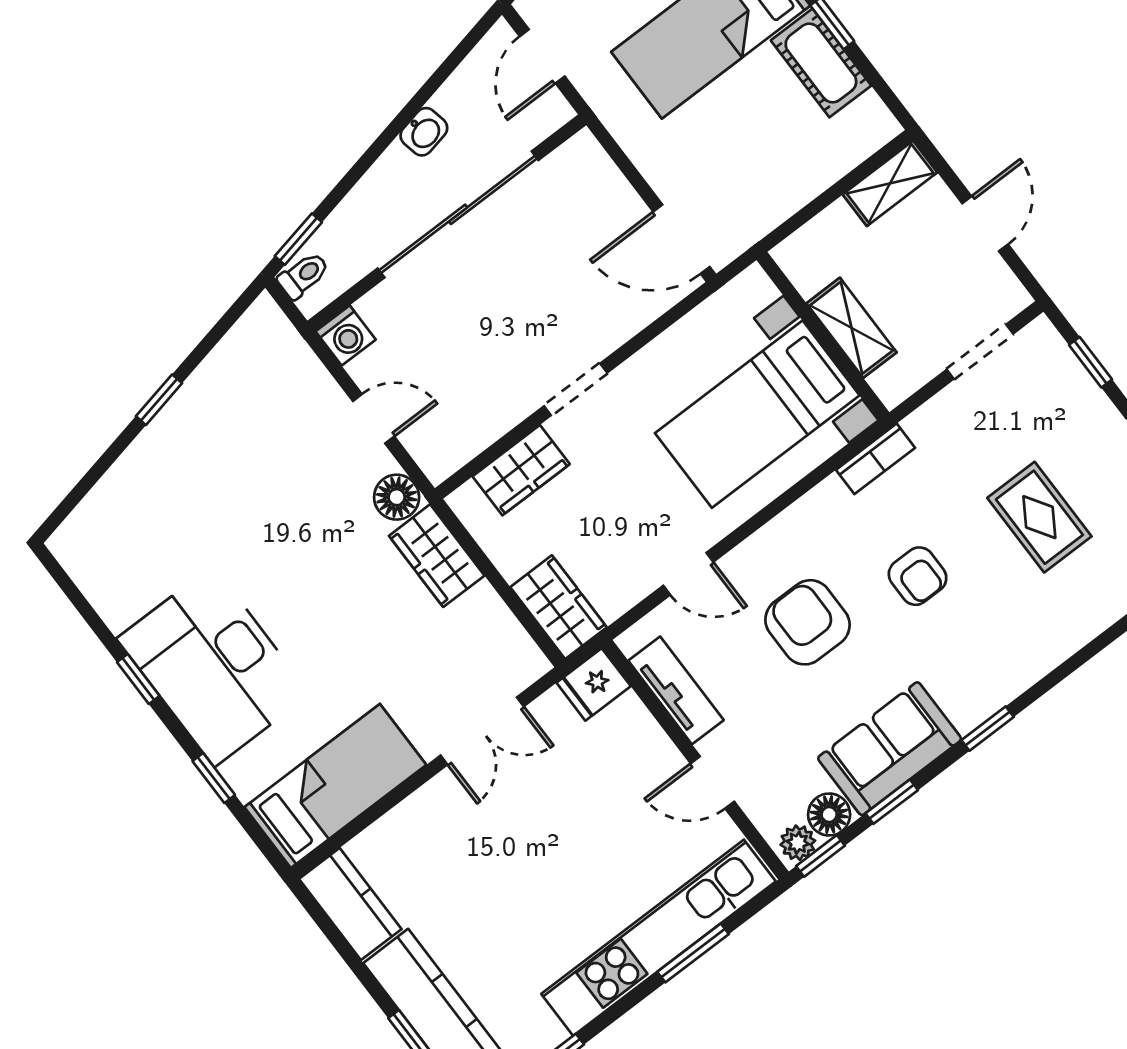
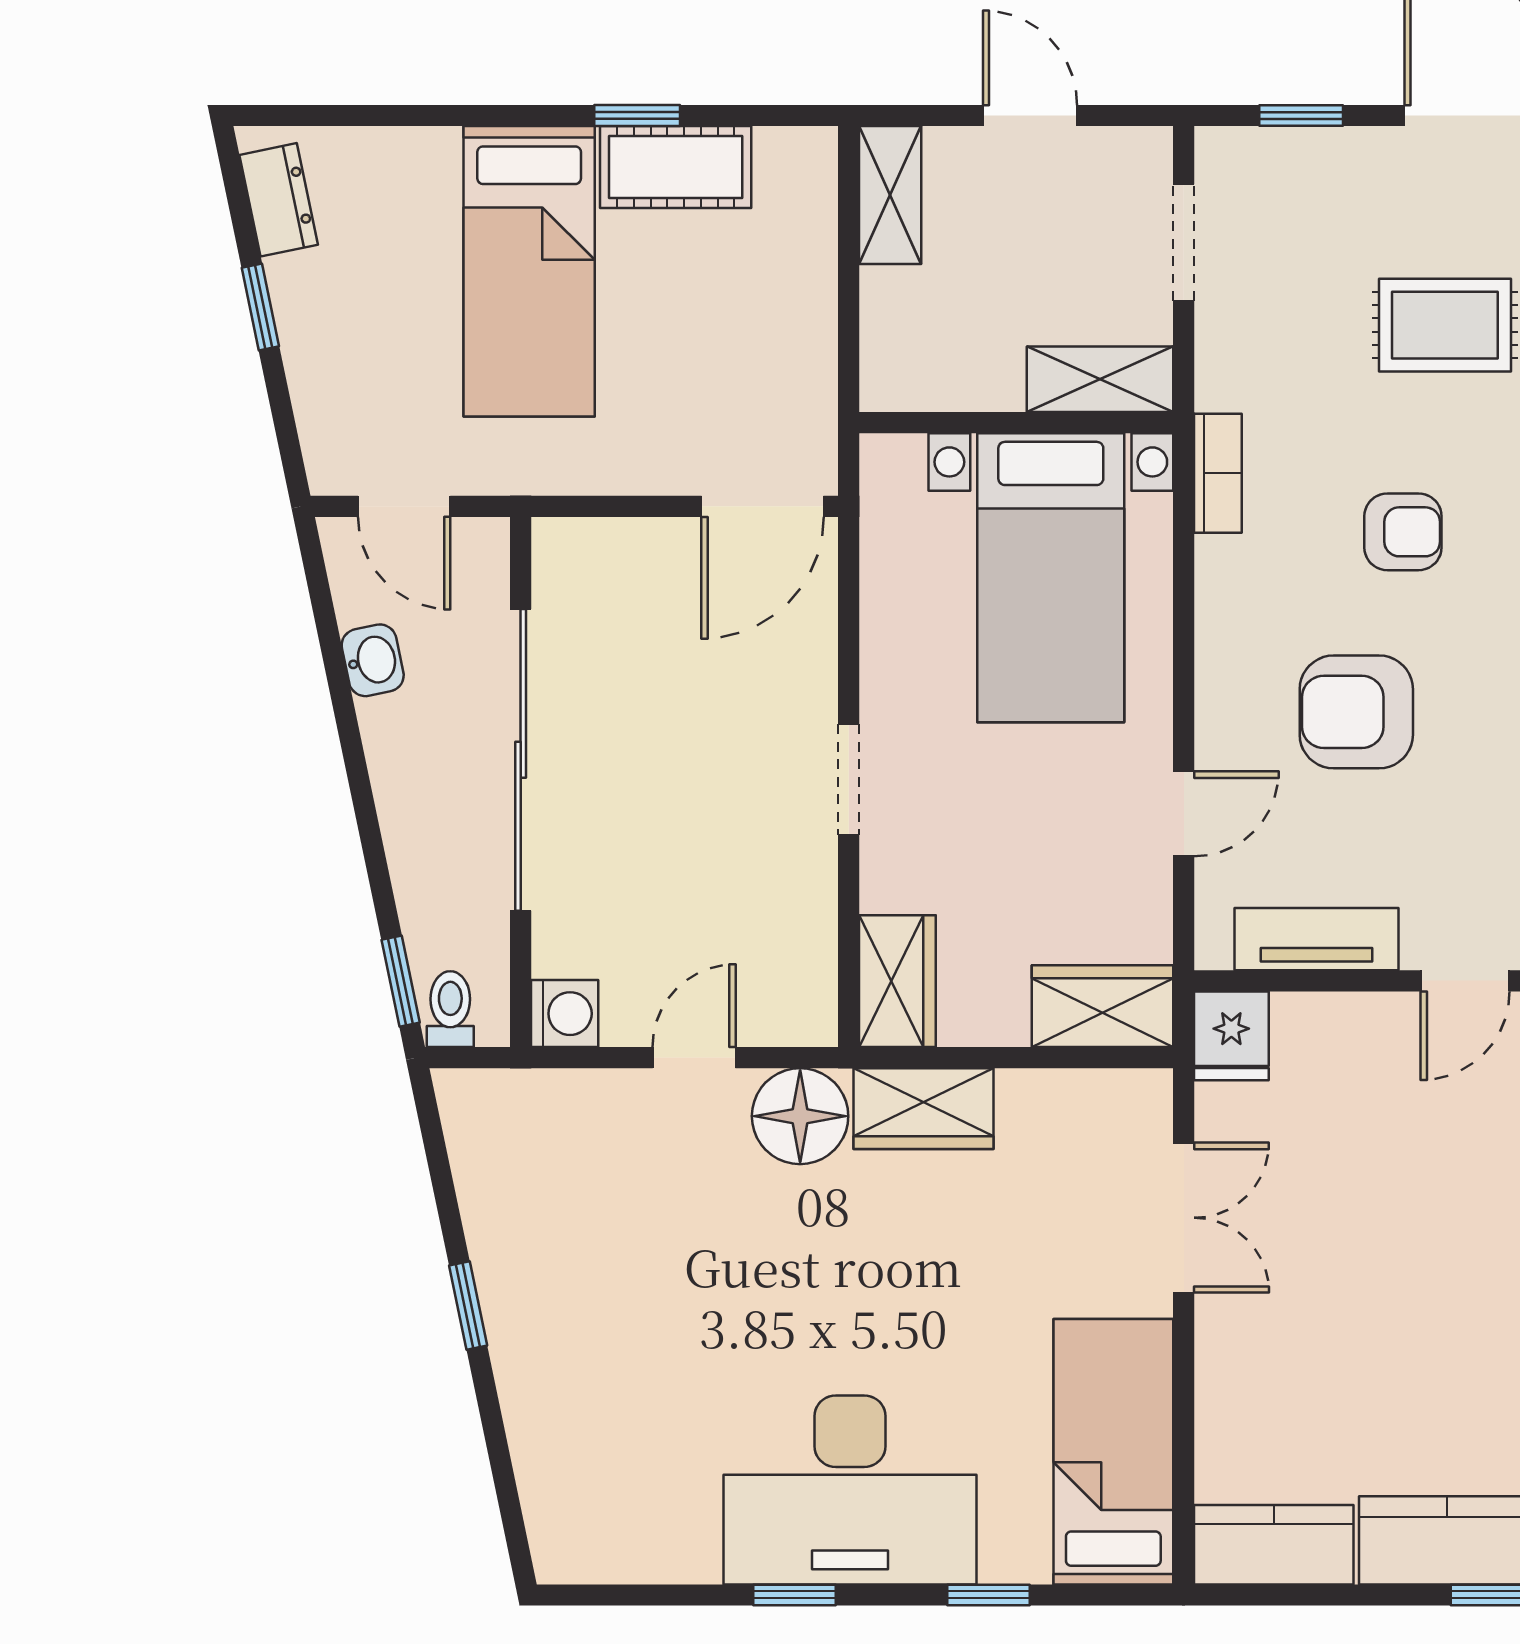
washbasin: (424, 132) -> (373, 660), moved
shelving: (852, 328) -> (1100, 379), moved
wardrobe: (521, 470) -> (897, 981), moved
floor lamp: (397, 497) -> (800, 1116), width x1.38, depth x1.38

